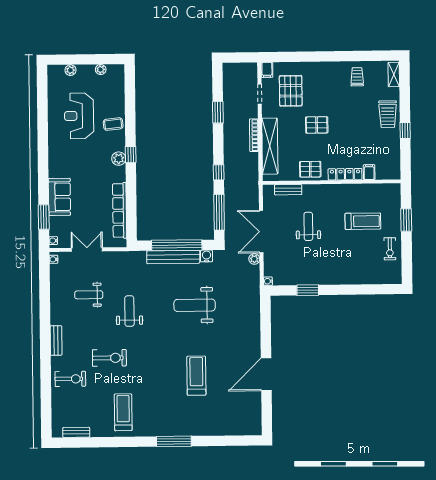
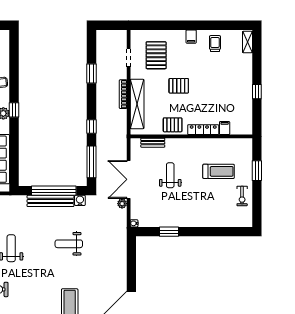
filing cabinet: (267, 70) -> (191, 37), moved
trolley: (388, 114) -> (242, 77), removed
weight bench: (195, 305) -> (69, 244), width x0.73, depth x0.75

